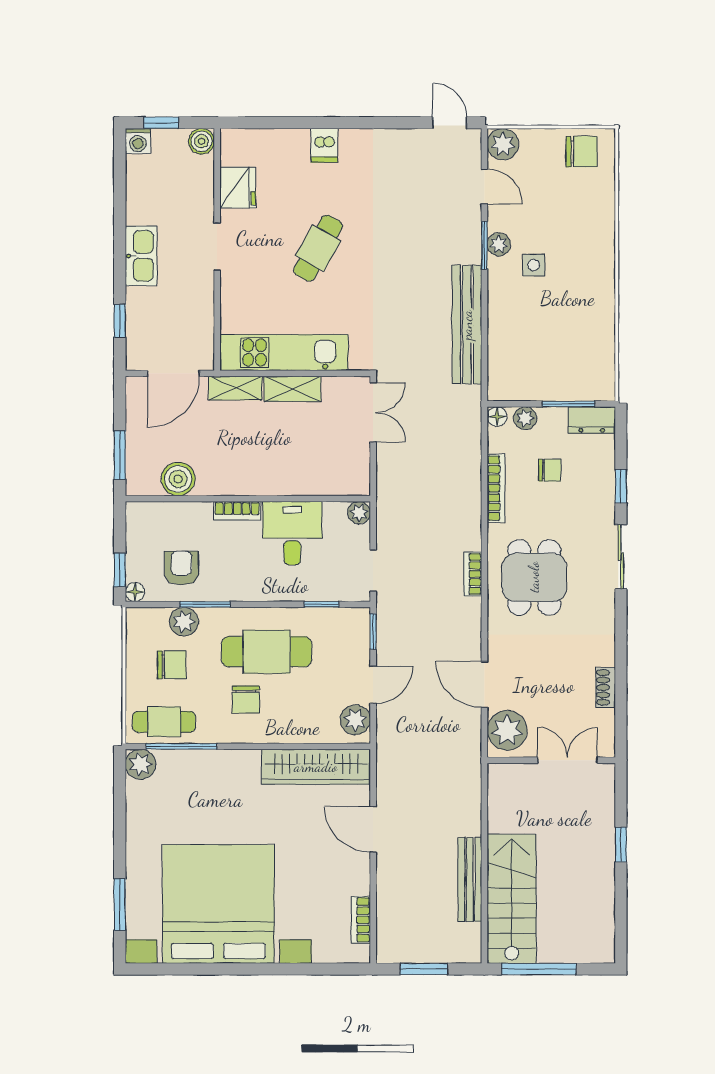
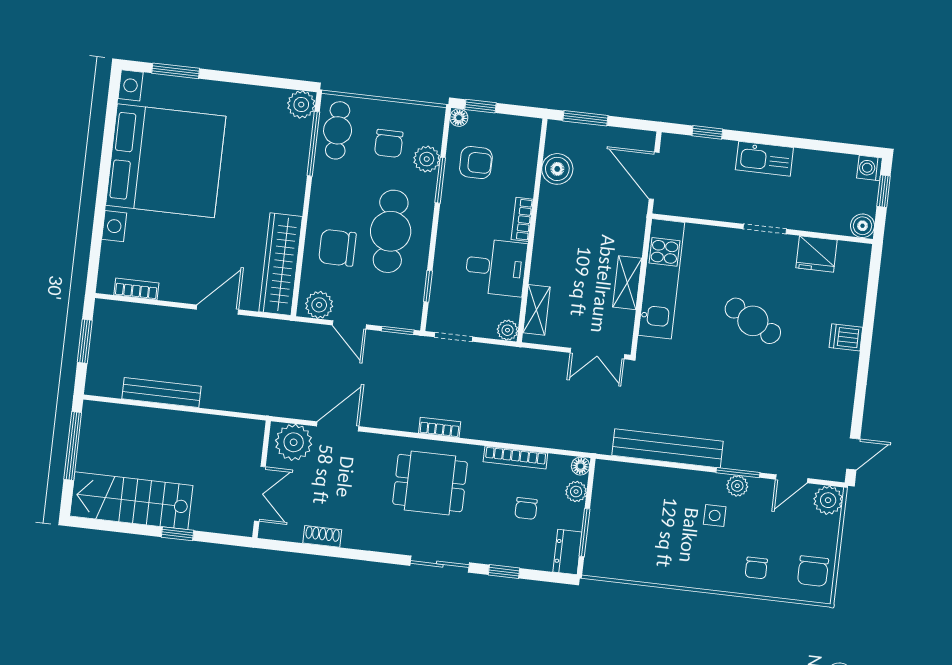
chair: (585, 214) -> (756, 568), added
shelving: (235, 388) -> (536, 310), moved
chair: (246, 699) -> (337, 248), moved, width x1.37, depth x1.37
stairs: (512, 899) -> (131, 501), moved, turned 180

